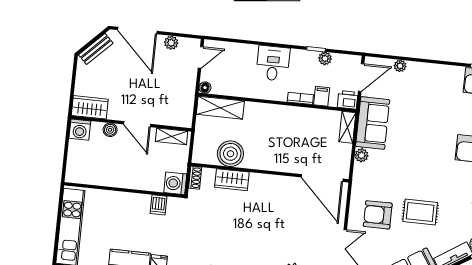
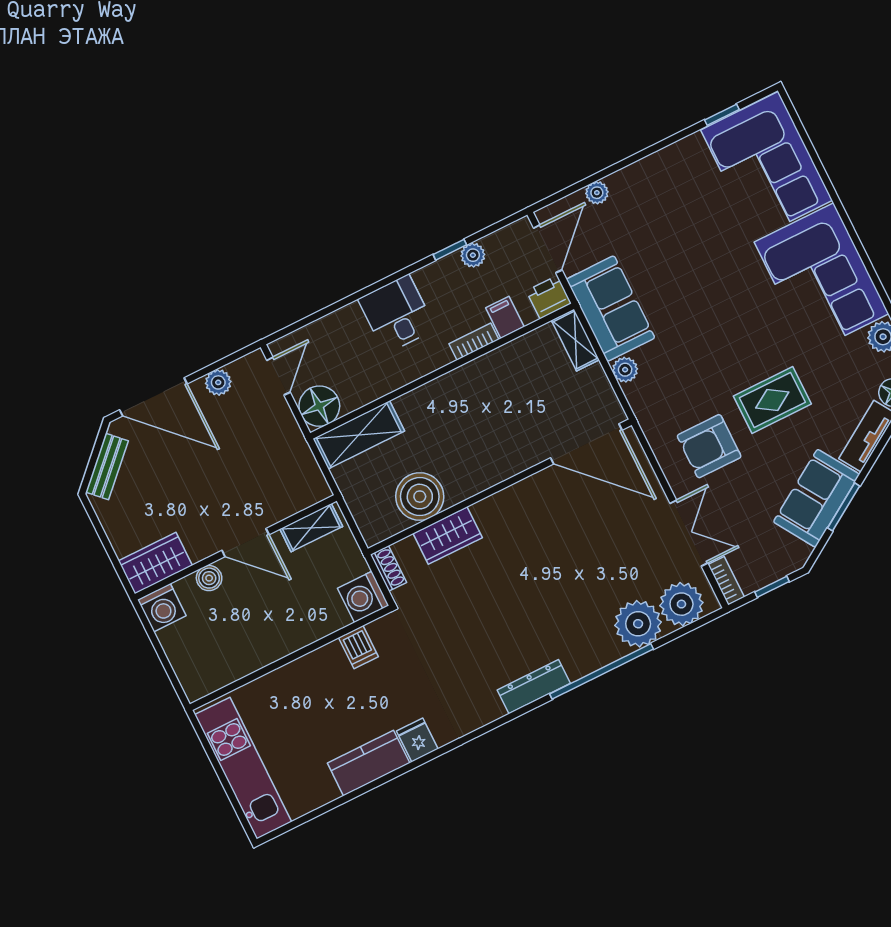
floor lamp: (205, 88) -> (319, 406), width x1.89, depth x1.89

